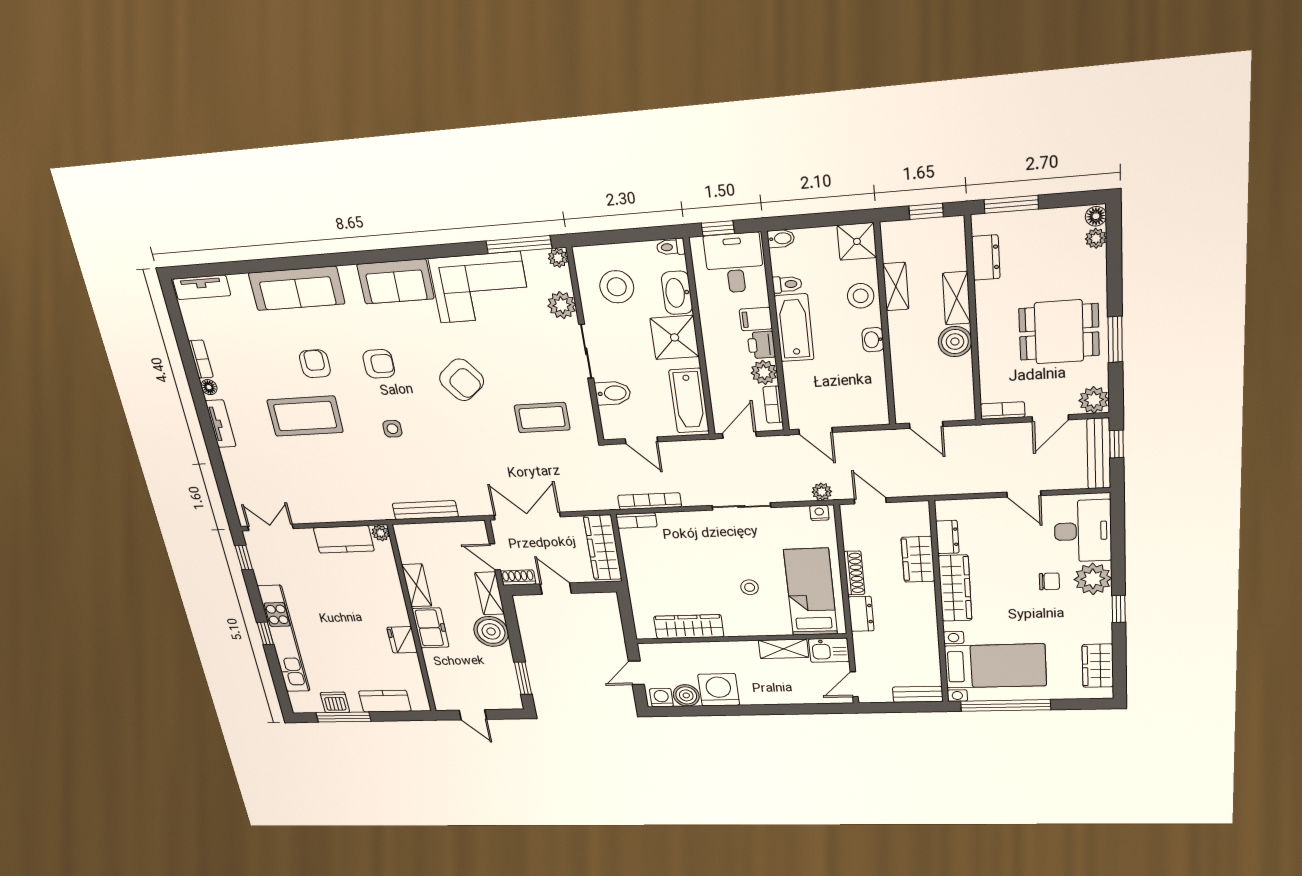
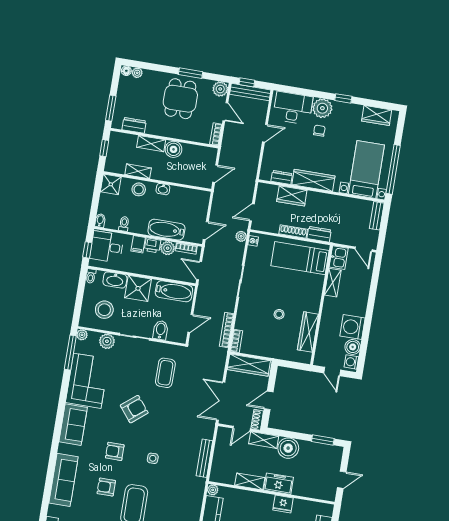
bathtub: (794, 328) -> (166, 230), moved
armchair: (379, 364) -> (115, 451), turned -90
stool: (750, 587) -> (279, 314), moved

